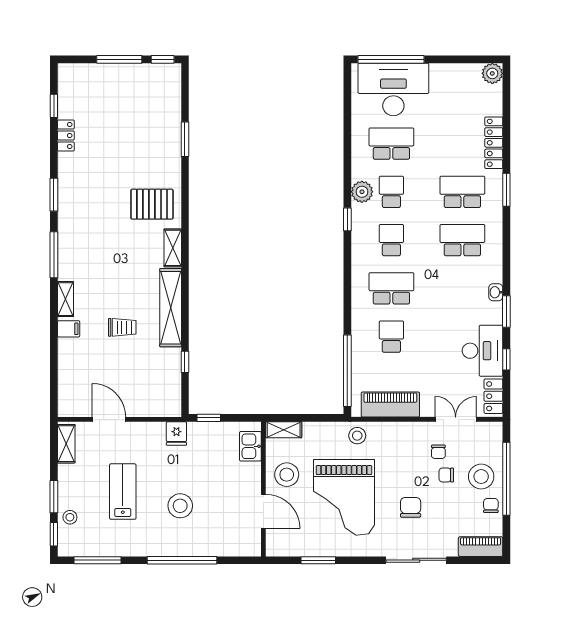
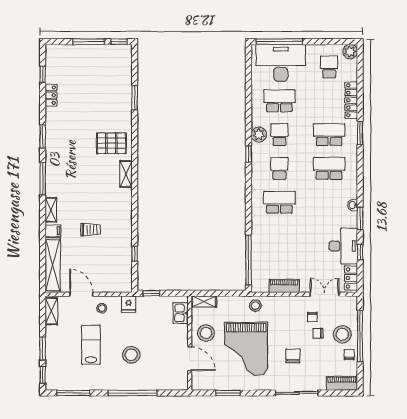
shelving: (171, 308) -> (53, 265), moved
school desk: (391, 337) -> (329, 67), moved
piano: (390, 405) -> (284, 286), width x0.73, depth x0.75
stool: (70, 517) -> (102, 308), moved

